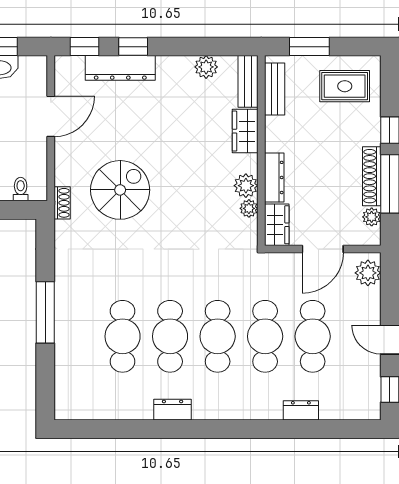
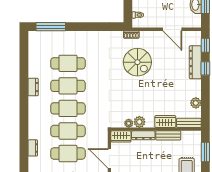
bench: (275, 89) -> (168, 135), moved
window: (45, 312) -> (51, 27), moved

